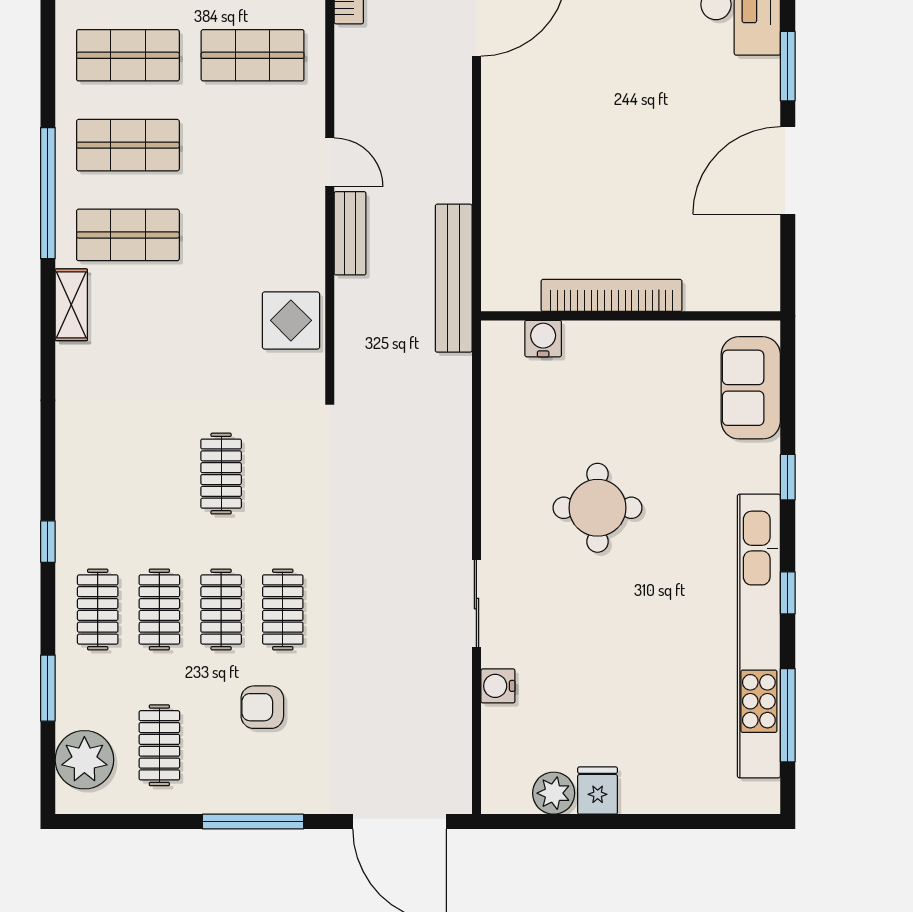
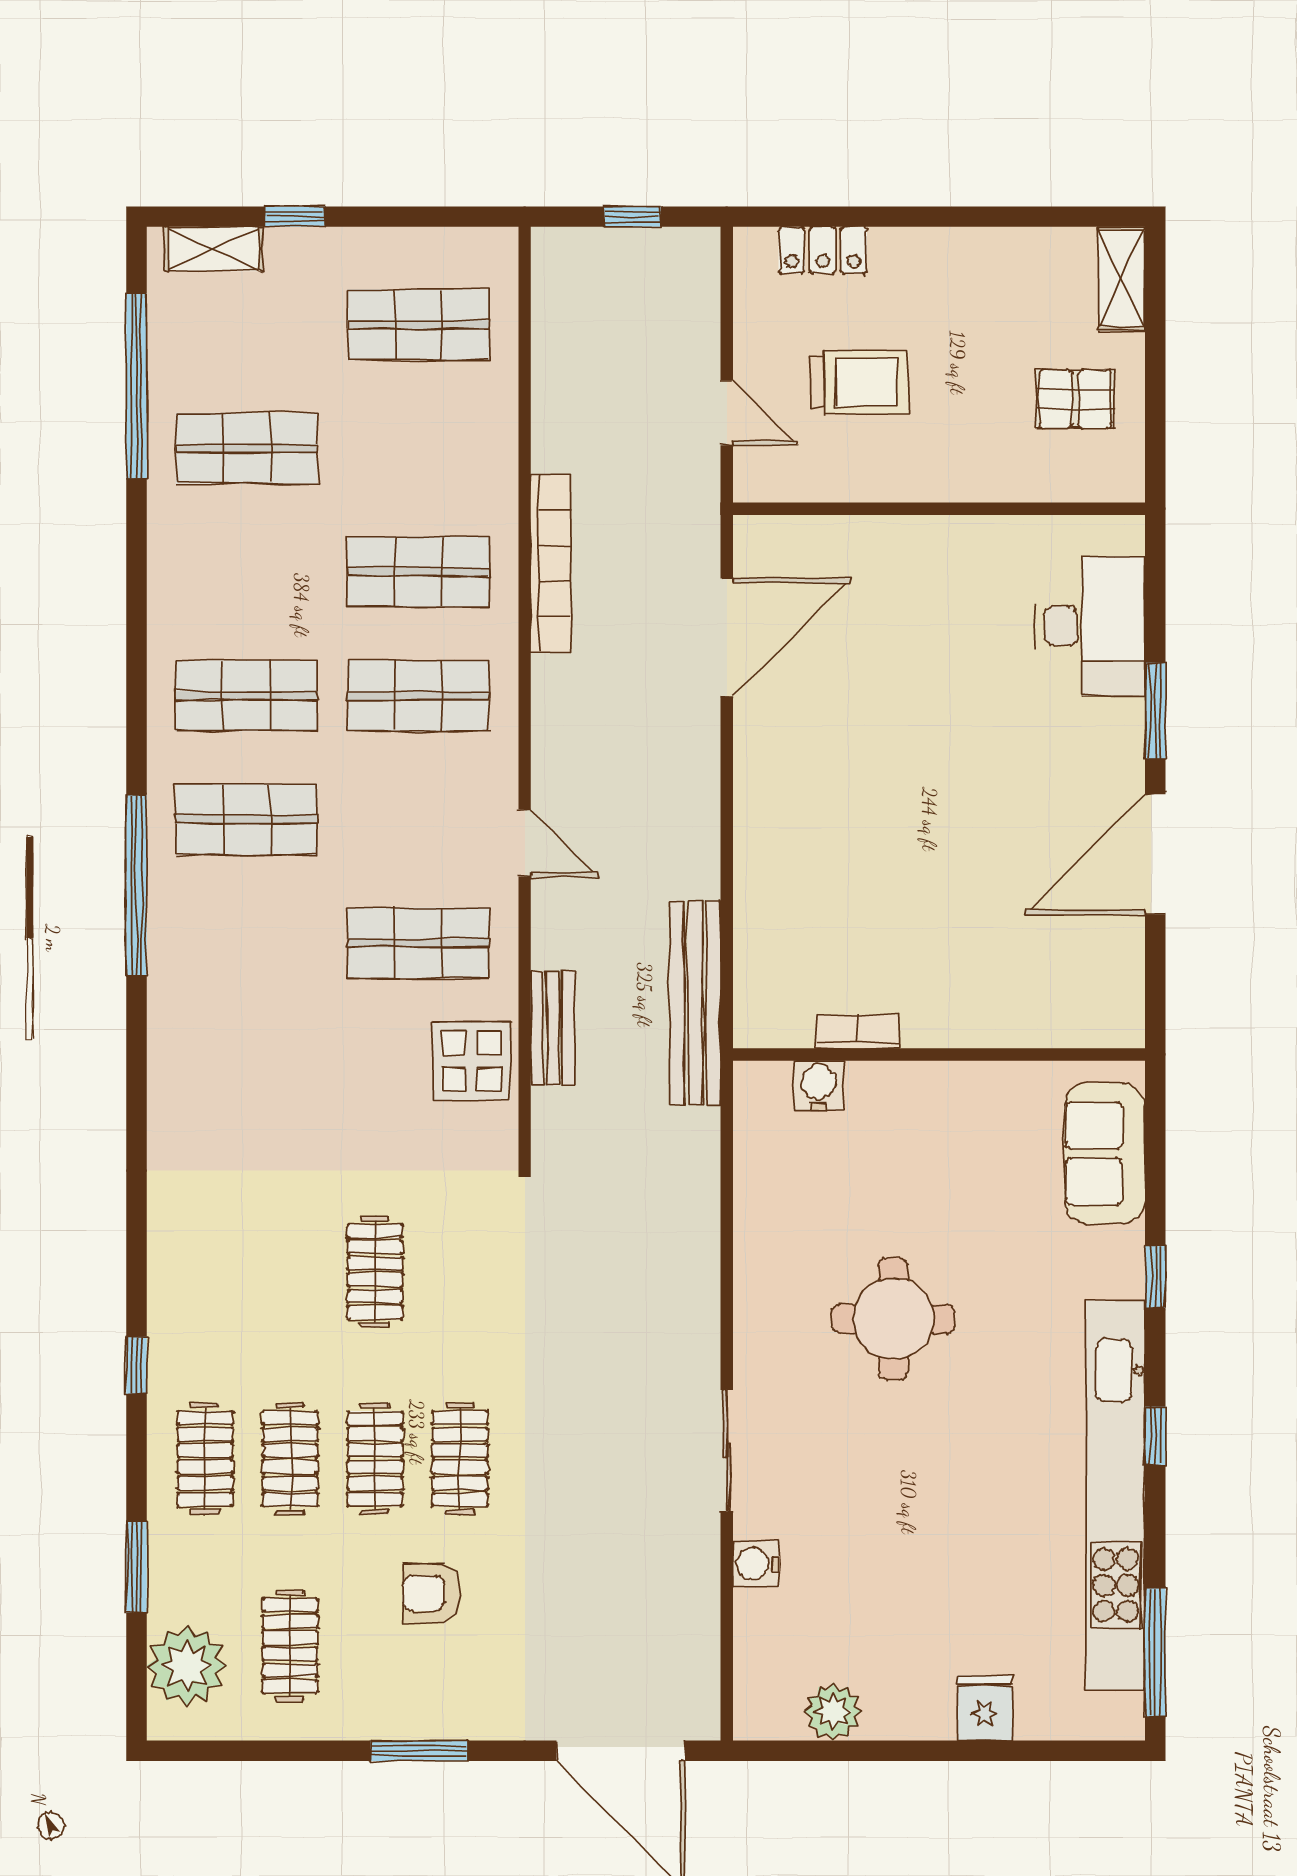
bench: (350, 233) -> (553, 1028), moved
shop shelf: (128, 235) -> (418, 943), moved
bookcase: (612, 295) -> (858, 1032), width x0.43, depth x0.76
shelving: (71, 305) -> (169, 1039), removed
window: (788, 715) -> (1155, 1653), moved
fridge: (598, 791) -> (985, 1708), moved
window: (253, 822) -> (419, 1751), width x0.69

